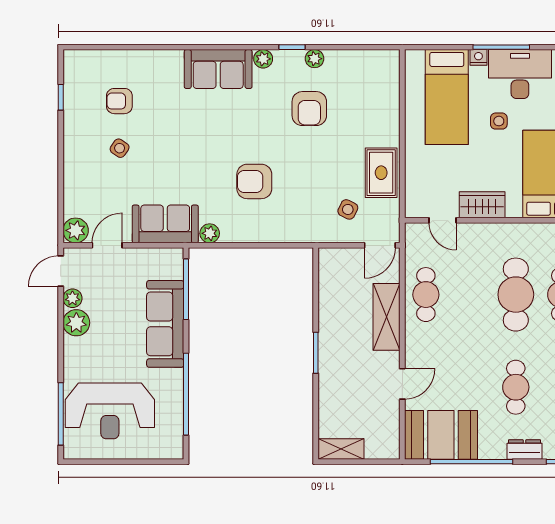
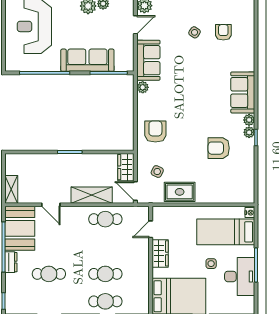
nightstand: (478, 57) -> (250, 213), moved
plant: (315, 59) -> (249, 132), moved
armchair: (254, 181) -> (155, 131), moved
door: (107, 245) -> (135, 25), hinge flipped
wardrobe: (341, 261) -> (126, 167), added
cafe table: (516, 295) -> (105, 274), width x0.73, depth x0.74
shelving: (341, 449) -> (11, 189), moved
dresser: (525, 449) -> (11, 262), moved

